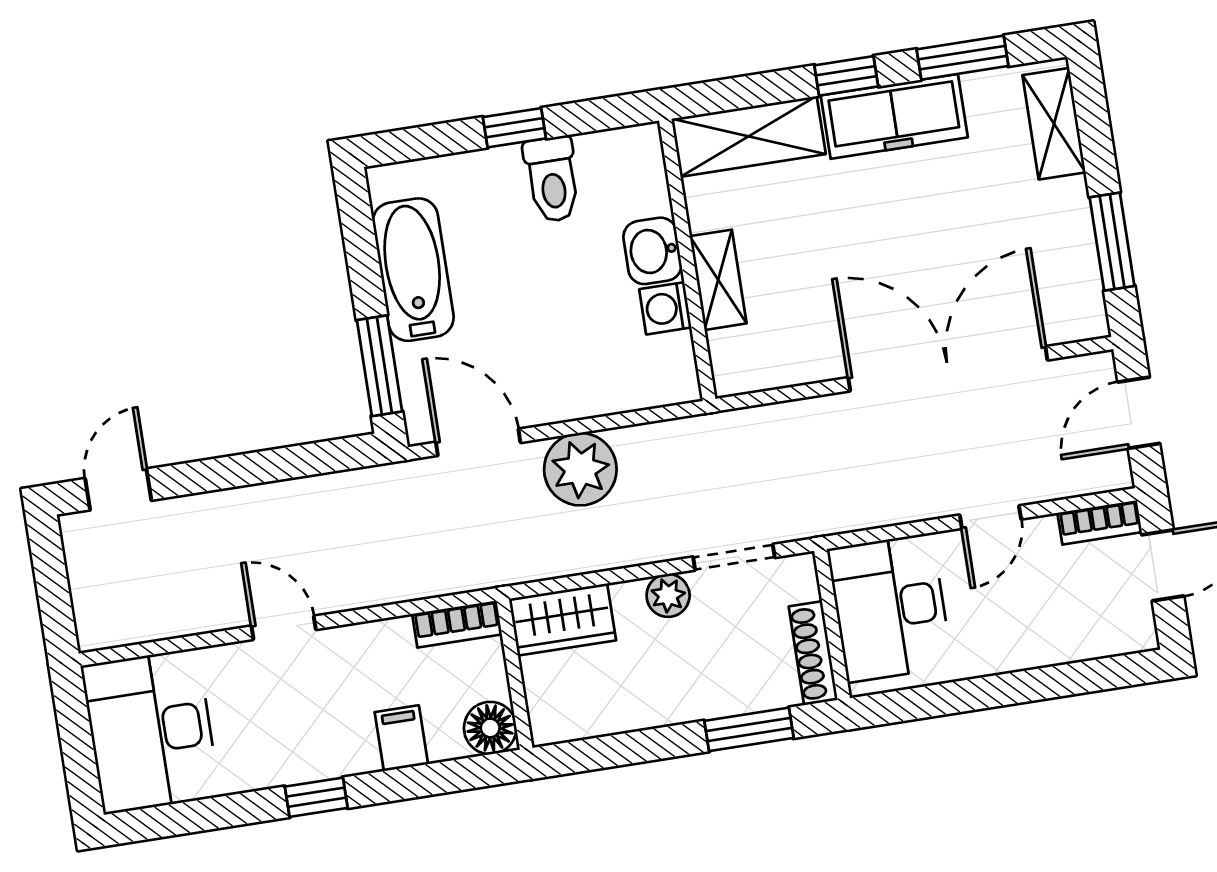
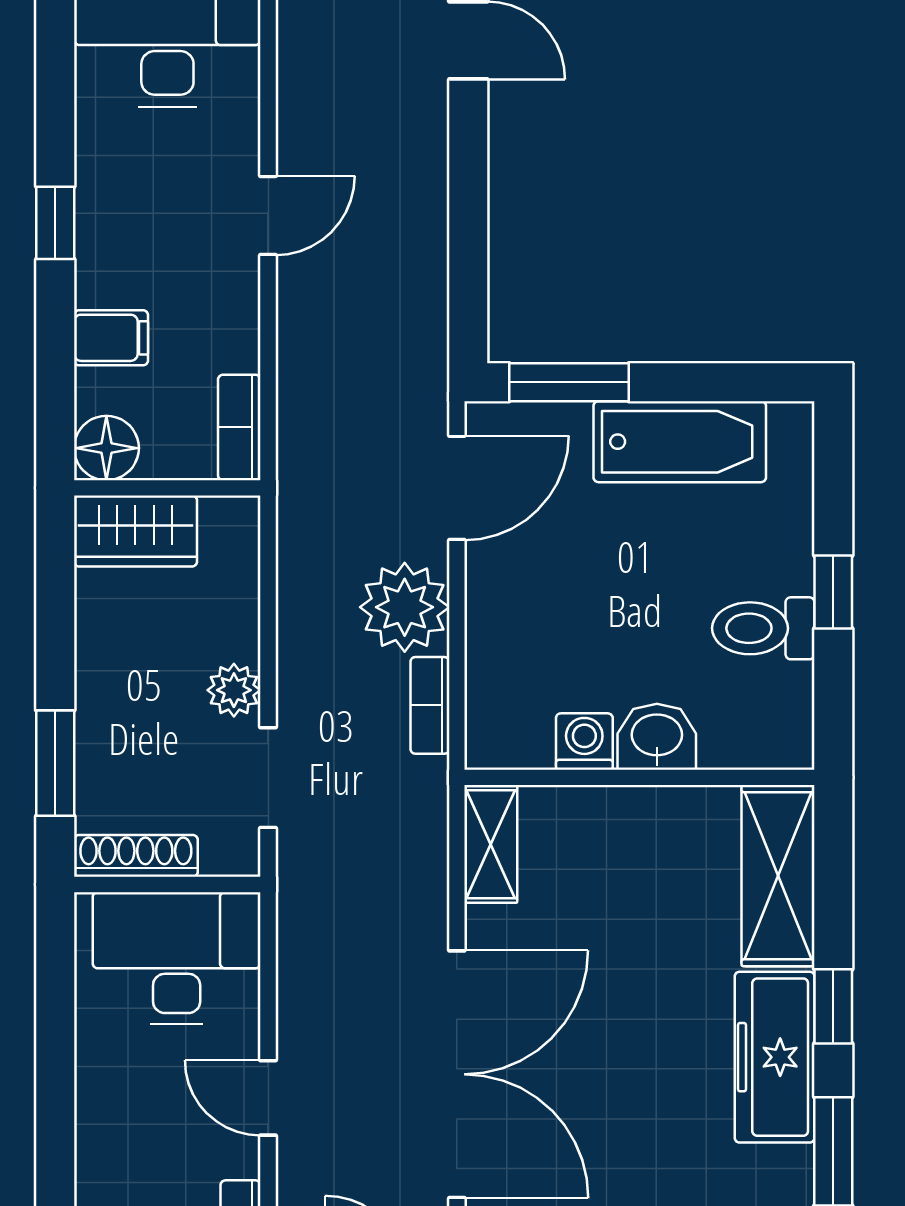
shelving: (718, 280) -> (491, 844), moved, turned 90
bookcase: (656, 437) -> (430, 705), added
wardrobe: (562, 619) -> (135, 531), moved, turned -90

